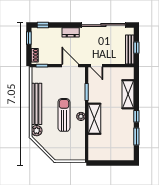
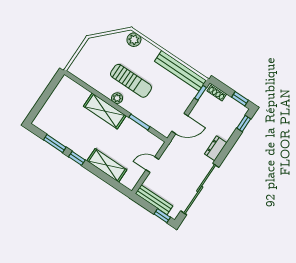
window: (136, 48) -> (162, 216), moved
door: (97, 66) -> (152, 165), moved
bench: (36, 104) -> (180, 71), moved

